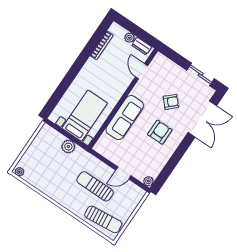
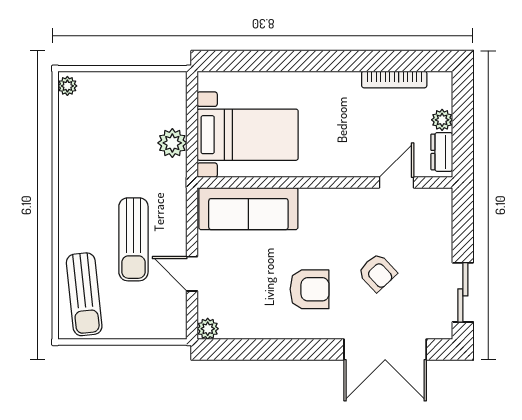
sofa: (125, 118) -> (248, 209), moved
sun lounger: (95, 186) -> (133, 239), turned 180

